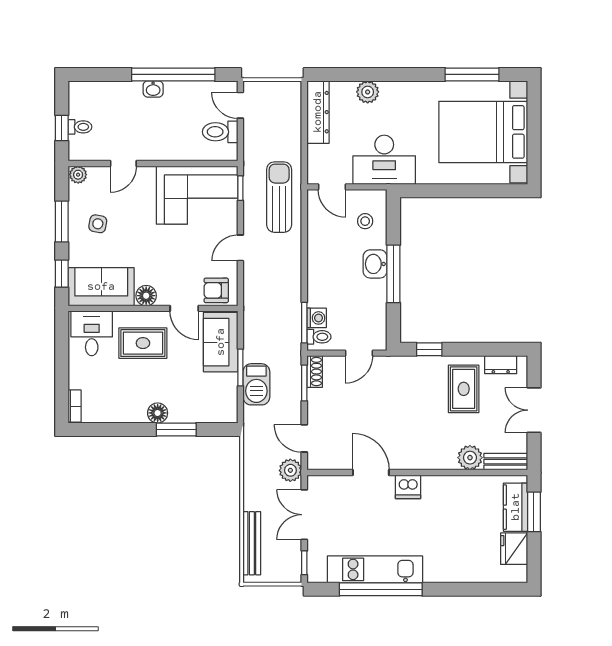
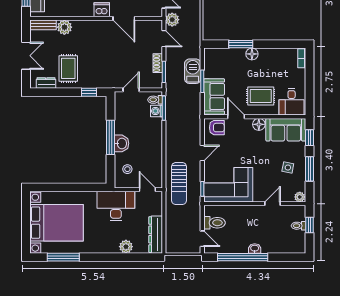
shoe rack: (315, 372) -> (158, 63), moved

